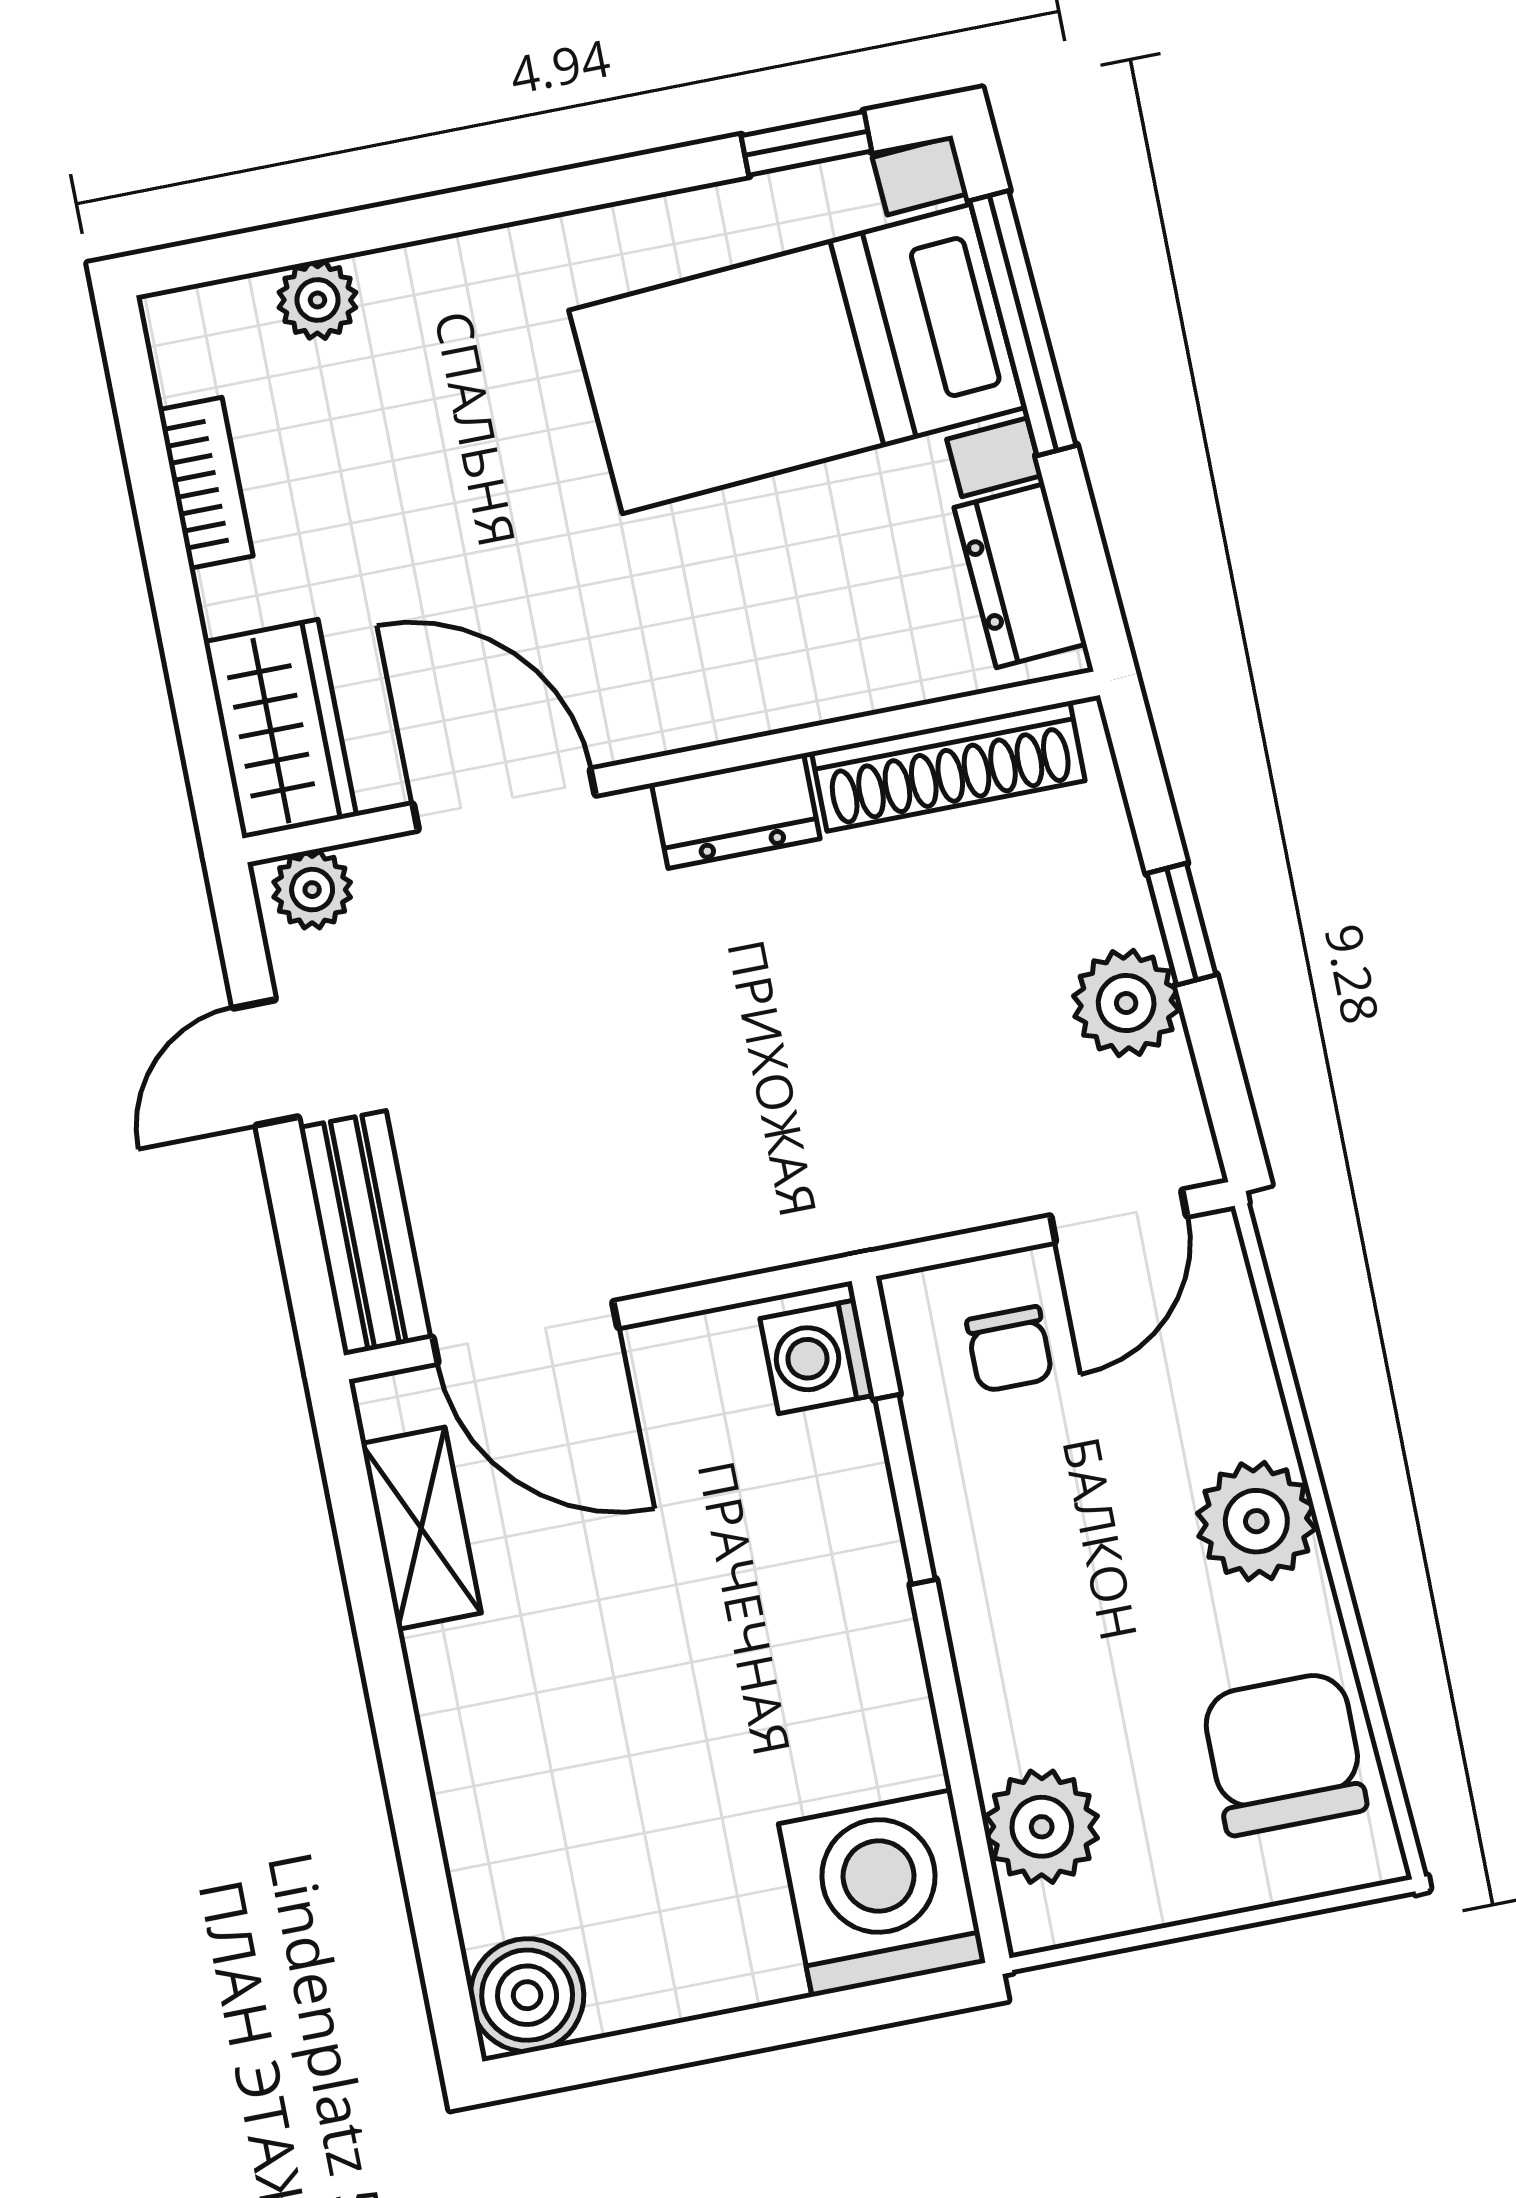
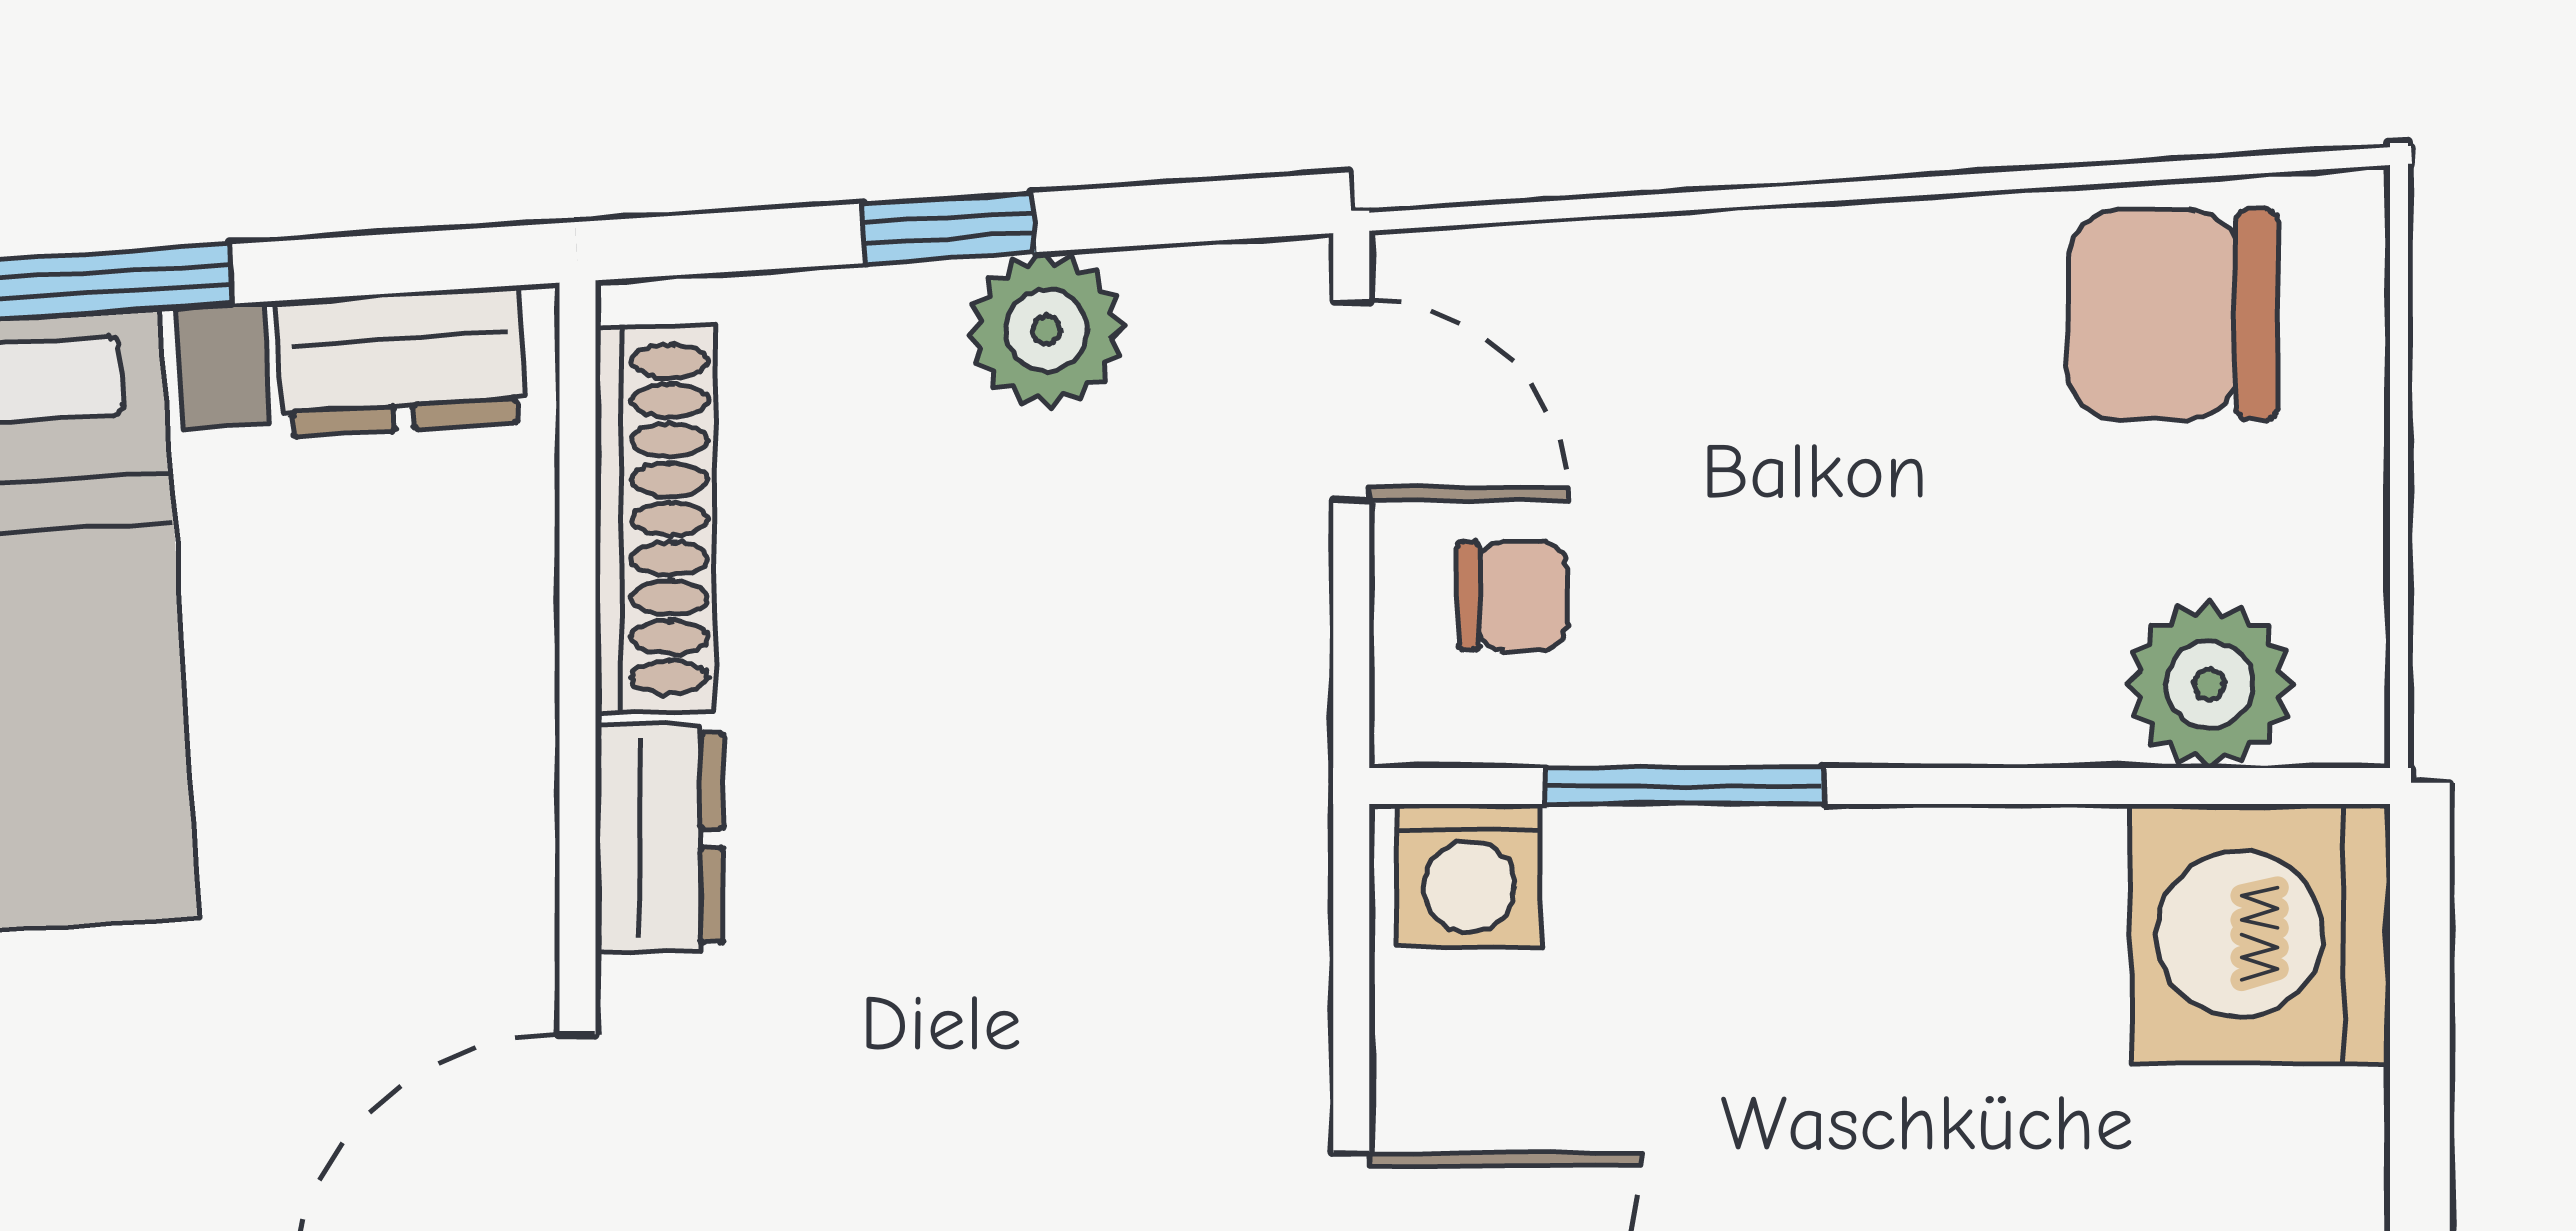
plant: (1256, 1521) -> (1830, 289), removed

